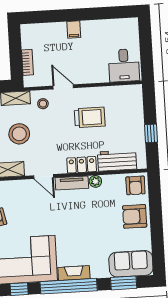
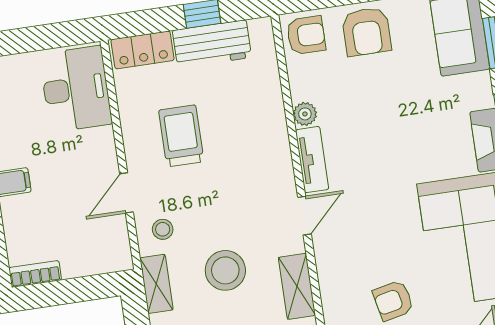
bookcase: (27, 62) -> (35, 274), moved
desk: (124, 65) -> (76, 89), width x1.37
workbench: (117, 161) -> (212, 44), moved, turned -90
locker: (82, 165) -> (143, 50), moved, turned -90

